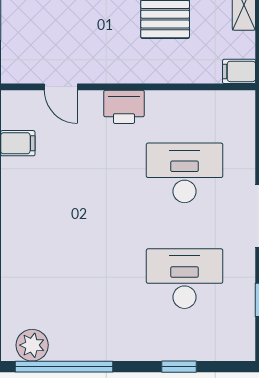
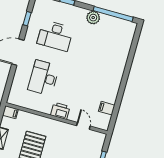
desk: (185, 173) -> (43, 78), turned 90
plant: (32, 345) -> (93, 18), moved

